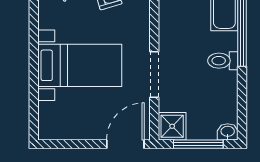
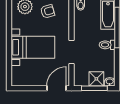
shower: (172, 126) -> (96, 79), moved

